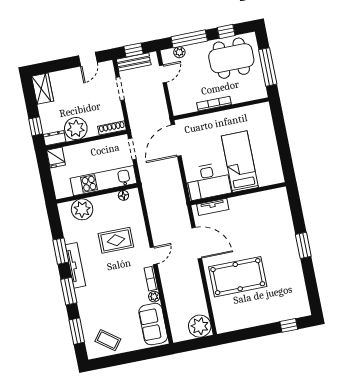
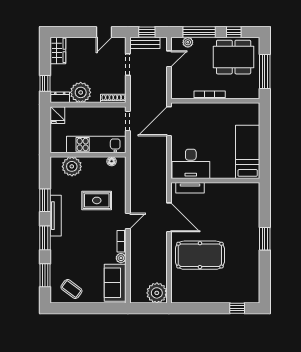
bed: (240, 162) -> (248, 152), moved

